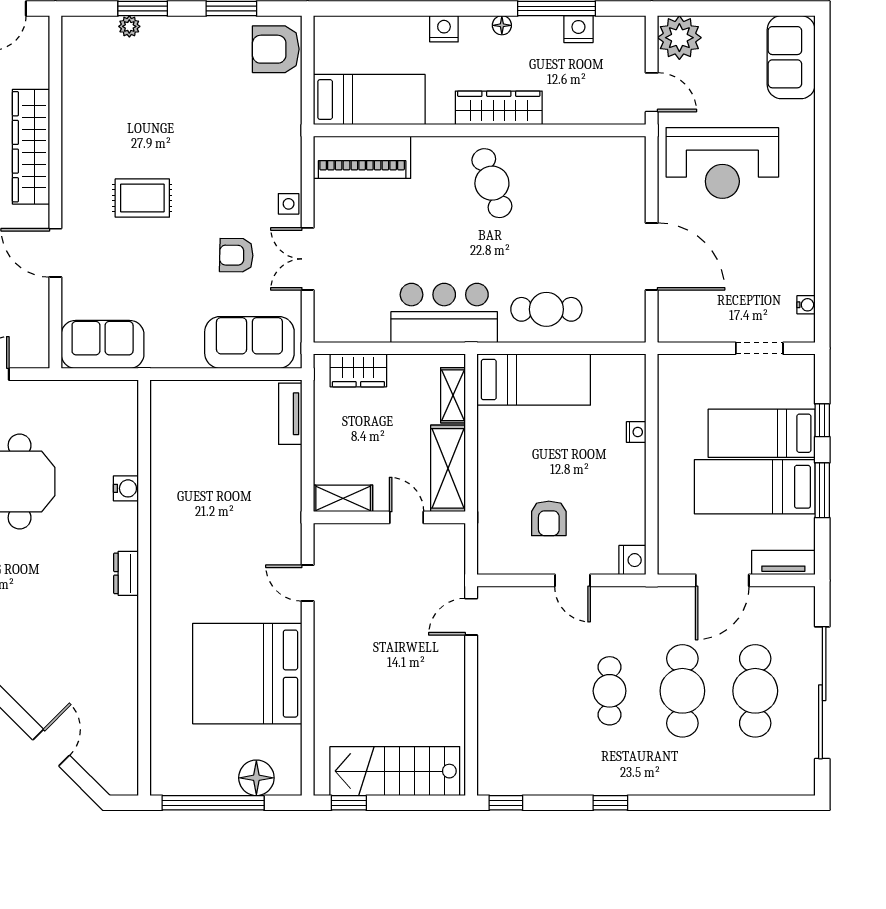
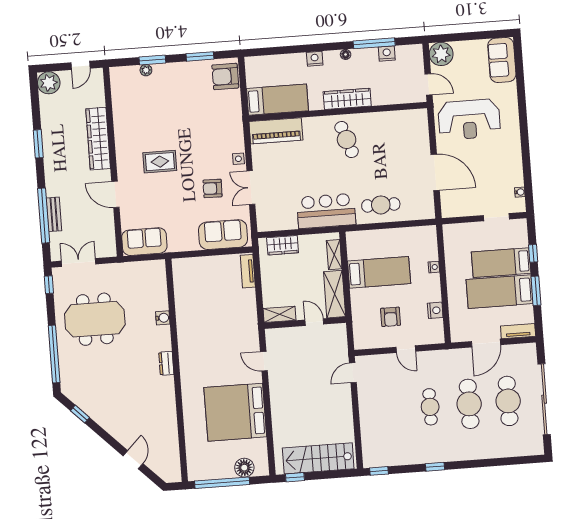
bed: (534, 380) -> (379, 272), moved
nightstand: (632, 560) -> (435, 310), moved

